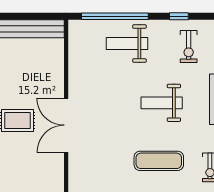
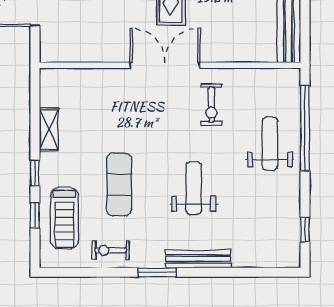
window: (179, 16) -> (305, 230), moved
exercise bike: (189, 47) -> (211, 105), moved, turned -90

